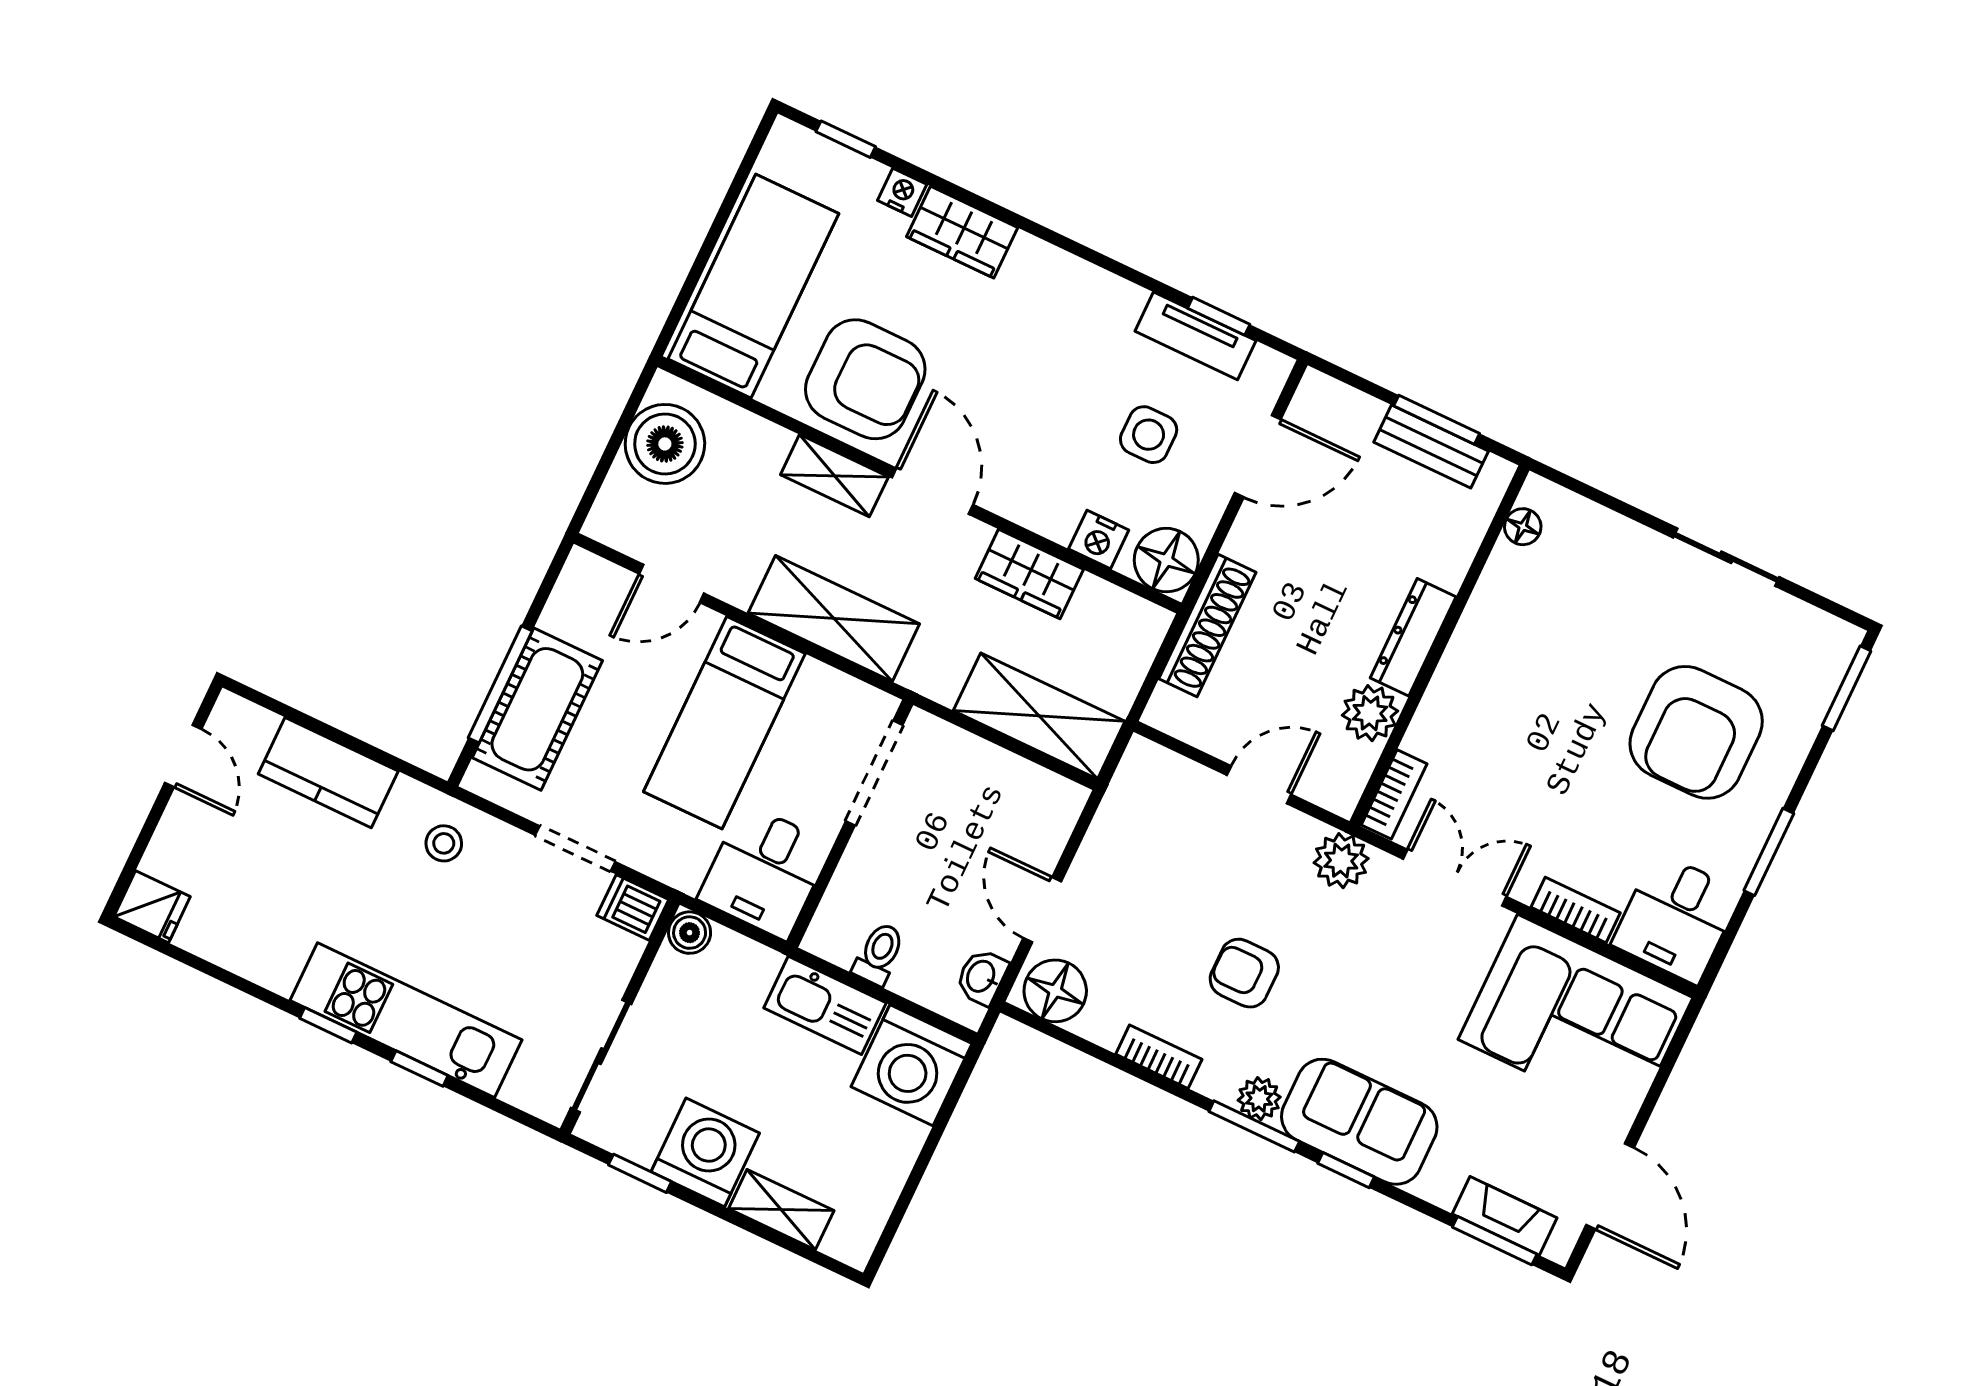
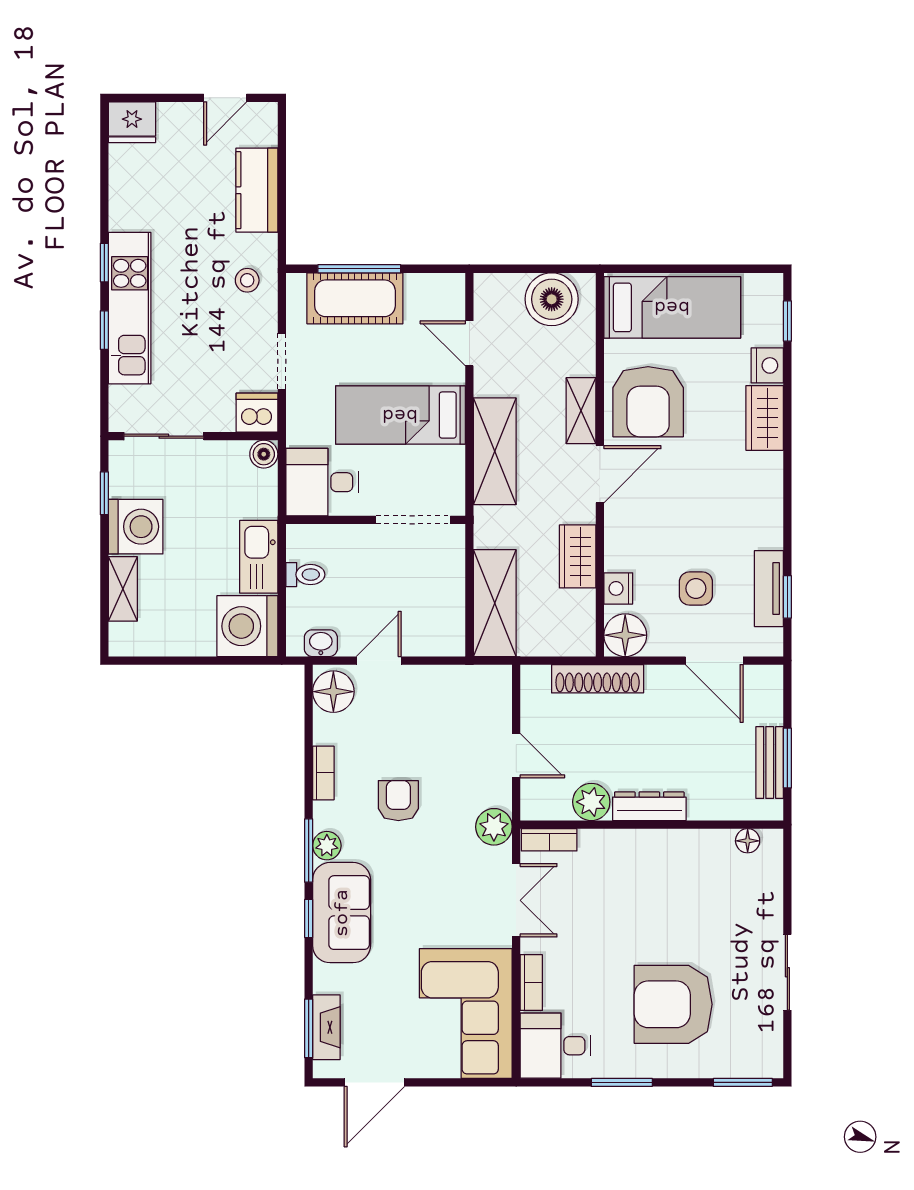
nightstand: (902, 192) -> (767, 365), width x1.39, depth x1.35
fridge: (152, 907) -> (132, 122), width x1.38
dishwasher: (633, 907) -> (257, 413), width x1.38

